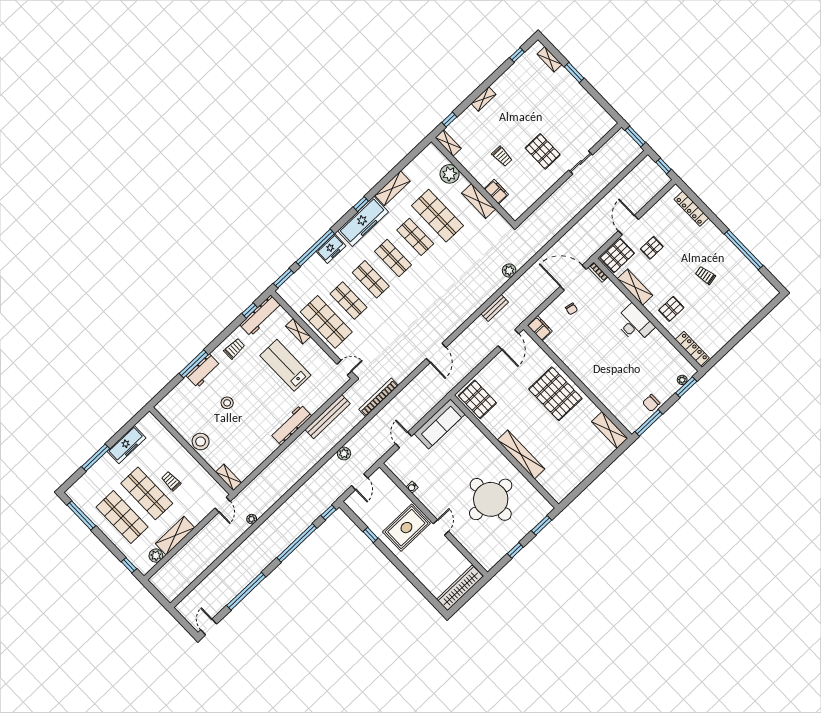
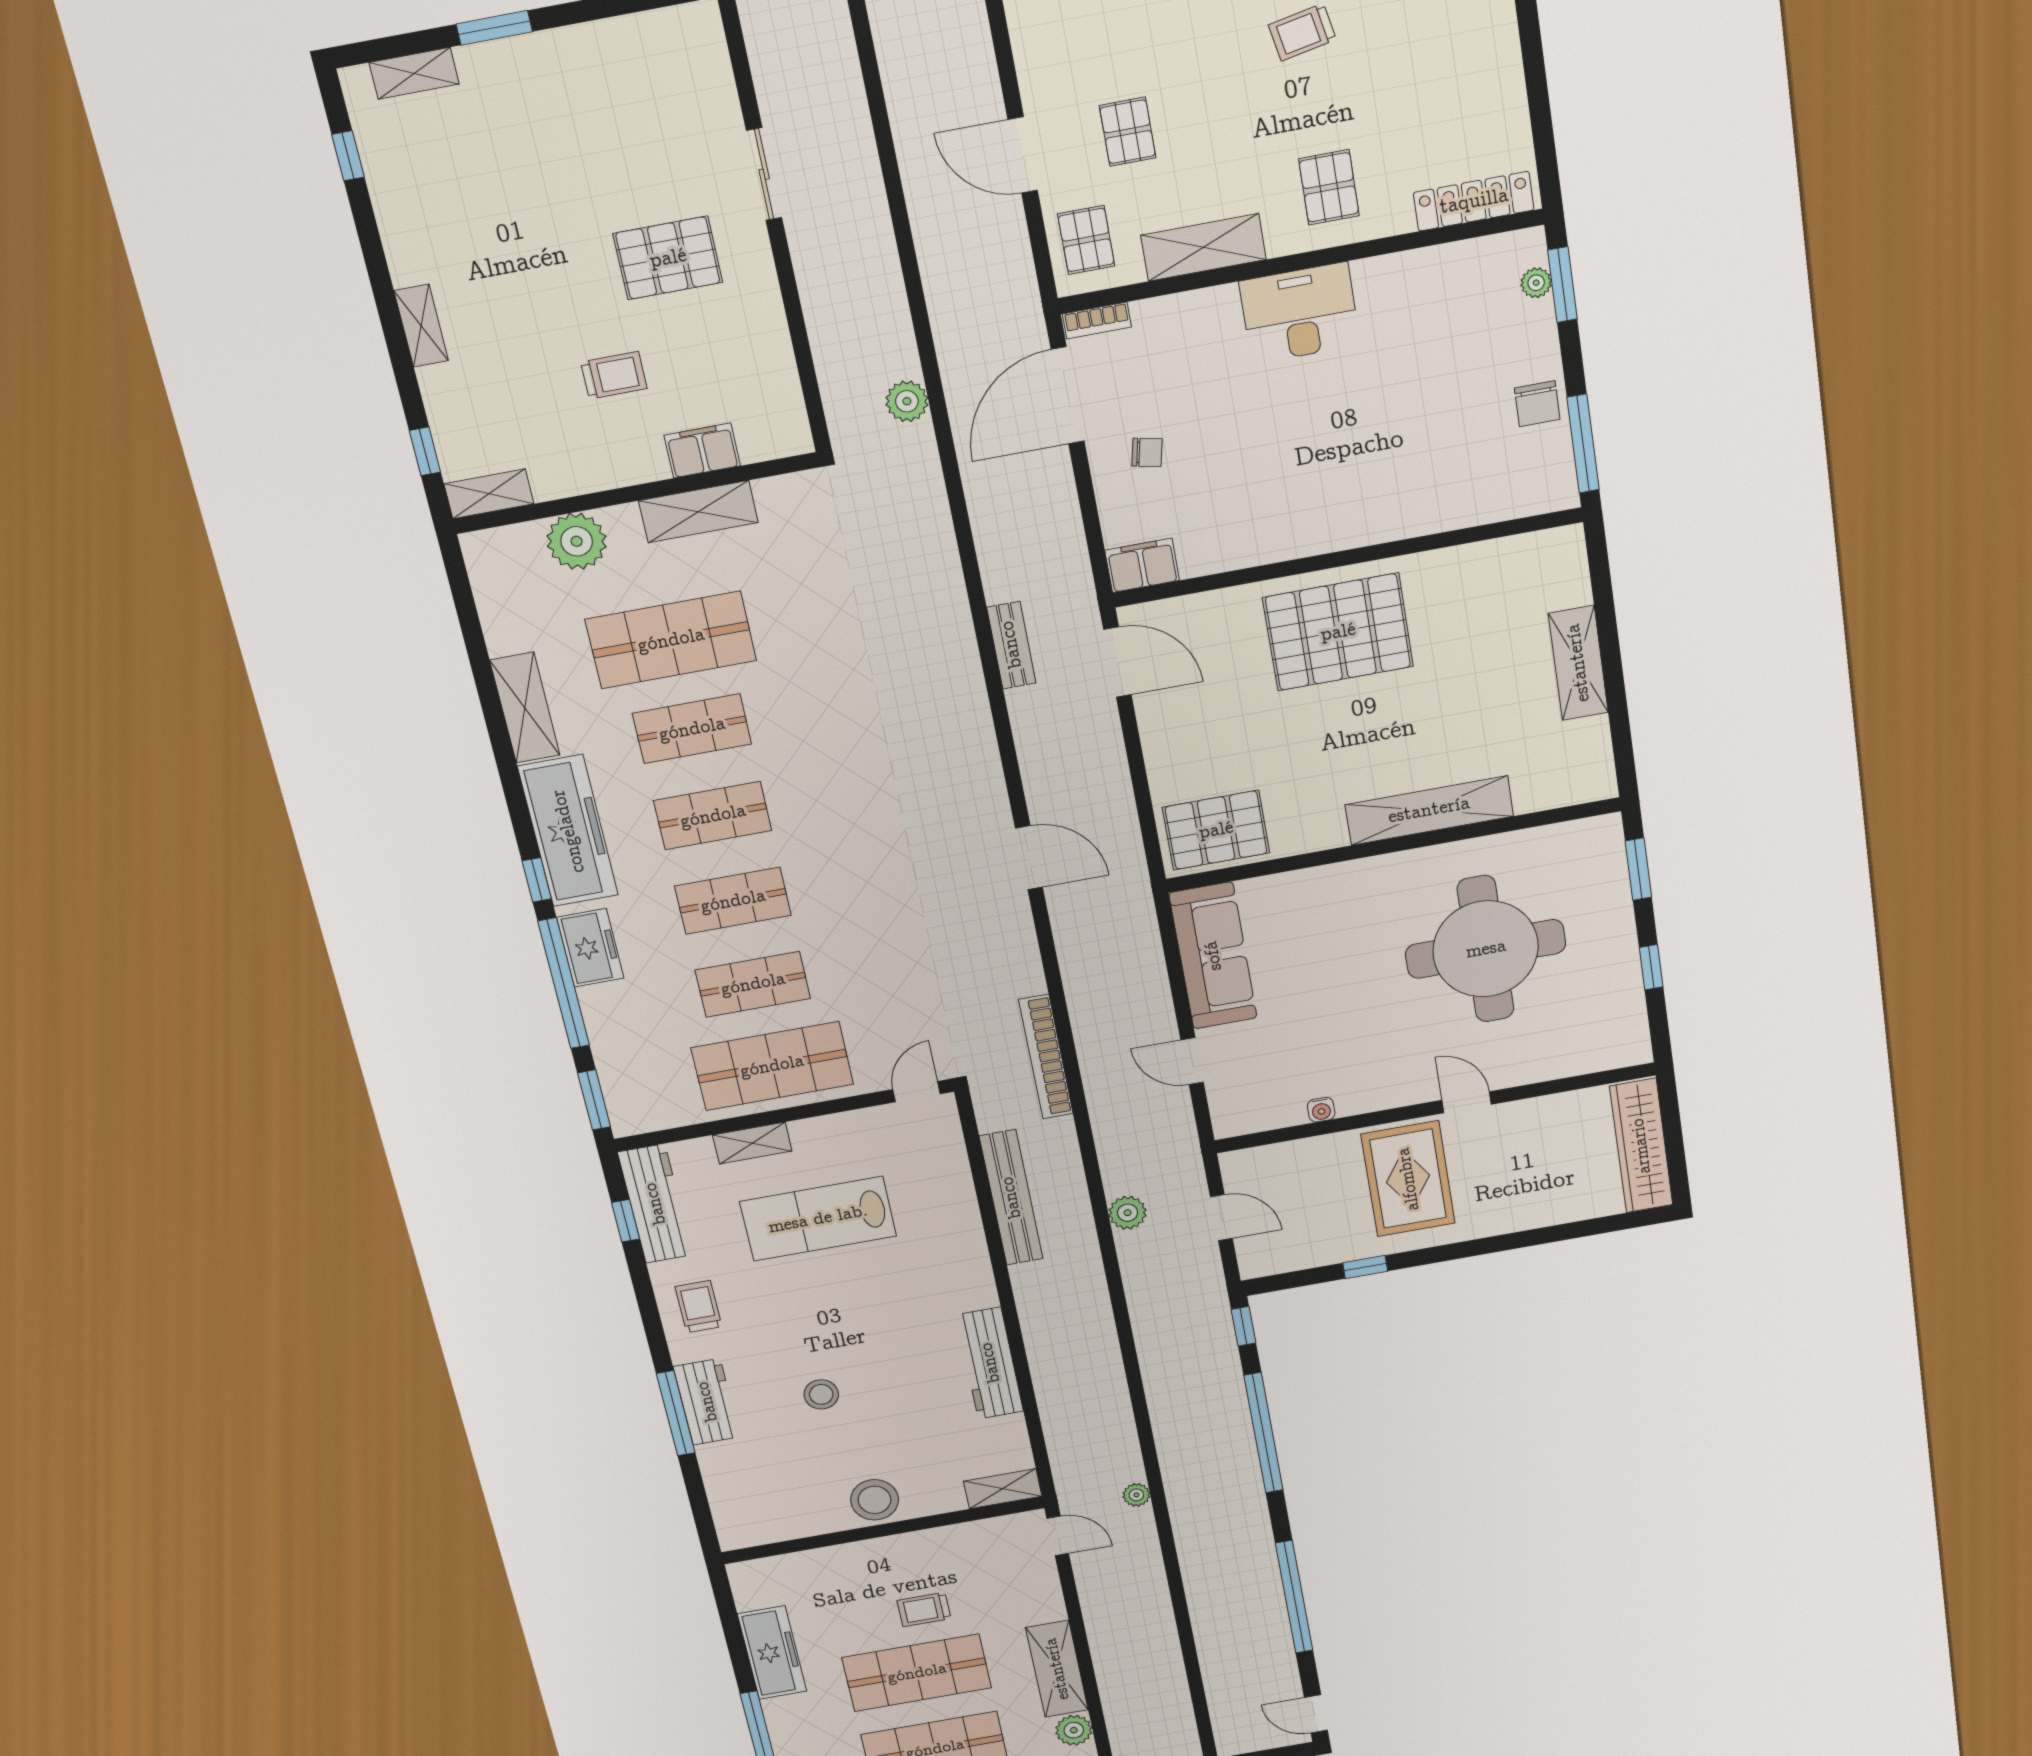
window: (361, 204) -> (537, 880), moved
pallet: (617, 256) -> (1086, 240), width x0.67, depth x0.71
plant: (509, 271) -> (907, 401), moved
workbench: (291, 425) -> (990, 1363), moved
shelving: (610, 430) -> (1578, 663), moved, turned 90

